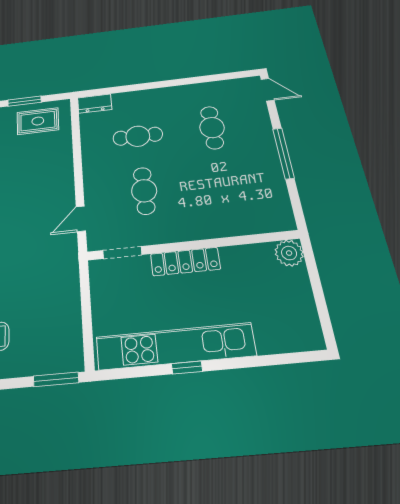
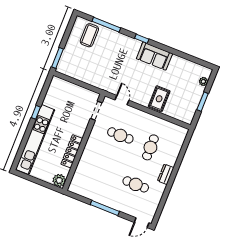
dresser: (95, 104) -> (166, 174), moved
rug: (38, 121) -> (159, 99), moved
locker: (185, 262) -> (72, 151), moved
kitchen unit: (175, 346) -> (35, 140), moved

